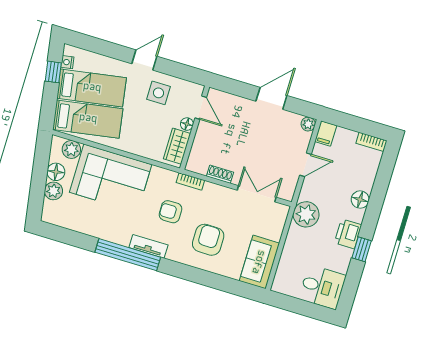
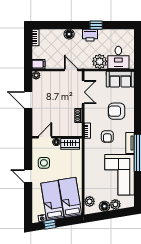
door: (305, 165) -> (71, 70), moved
corner sofa: (111, 178) -> (120, 175), moved, turned 180
double door: (257, 194) -> (83, 92), swing flipped
plant: (306, 214) -> (100, 61), moved
desk: (322, 287) -> (118, 58), moved, turned 180

